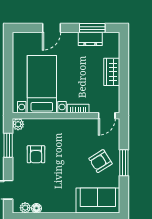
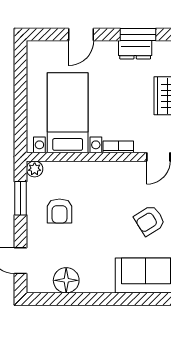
plant: (25, 208) -> (44, 286), removed
floor lamp: (36, 208) -> (66, 280), width x1.89, depth x1.89

